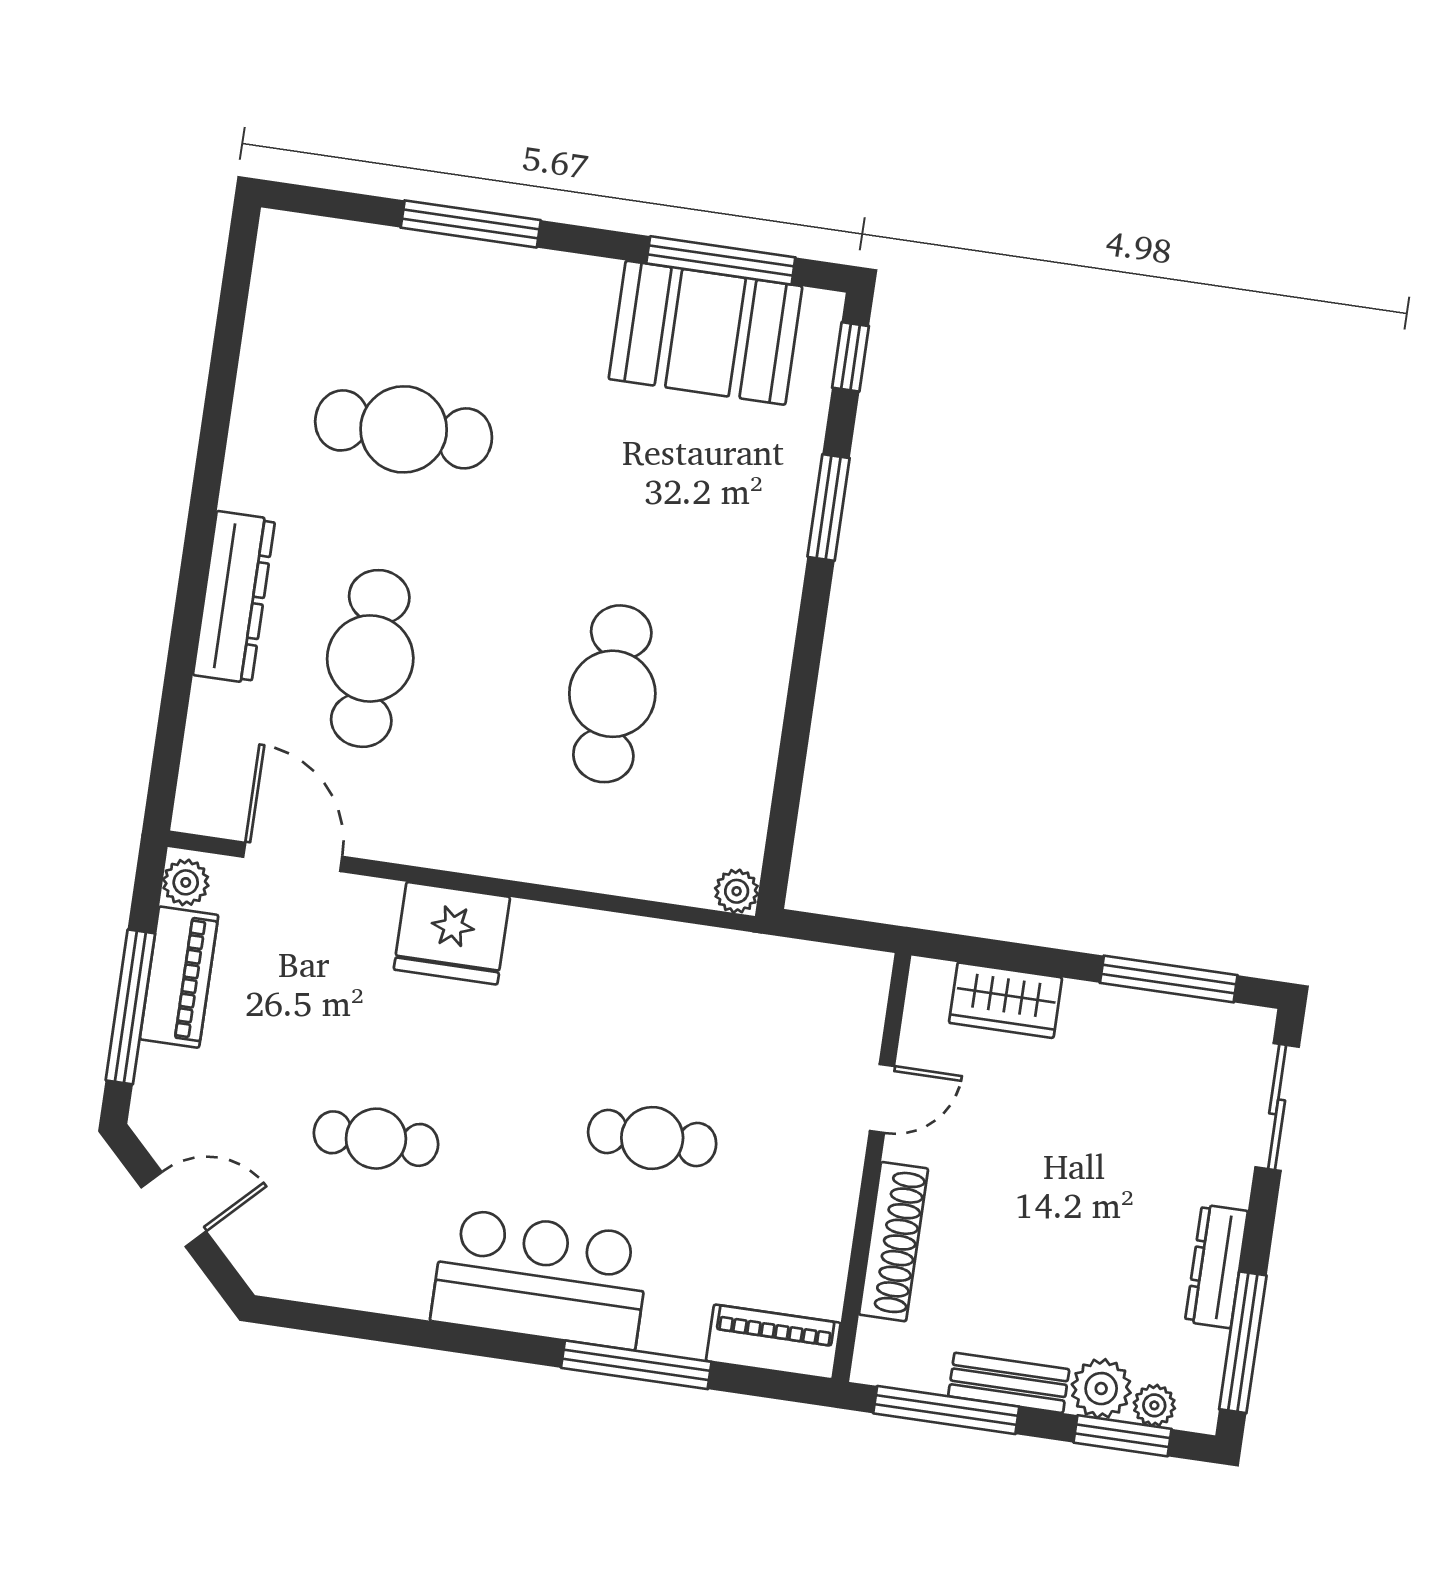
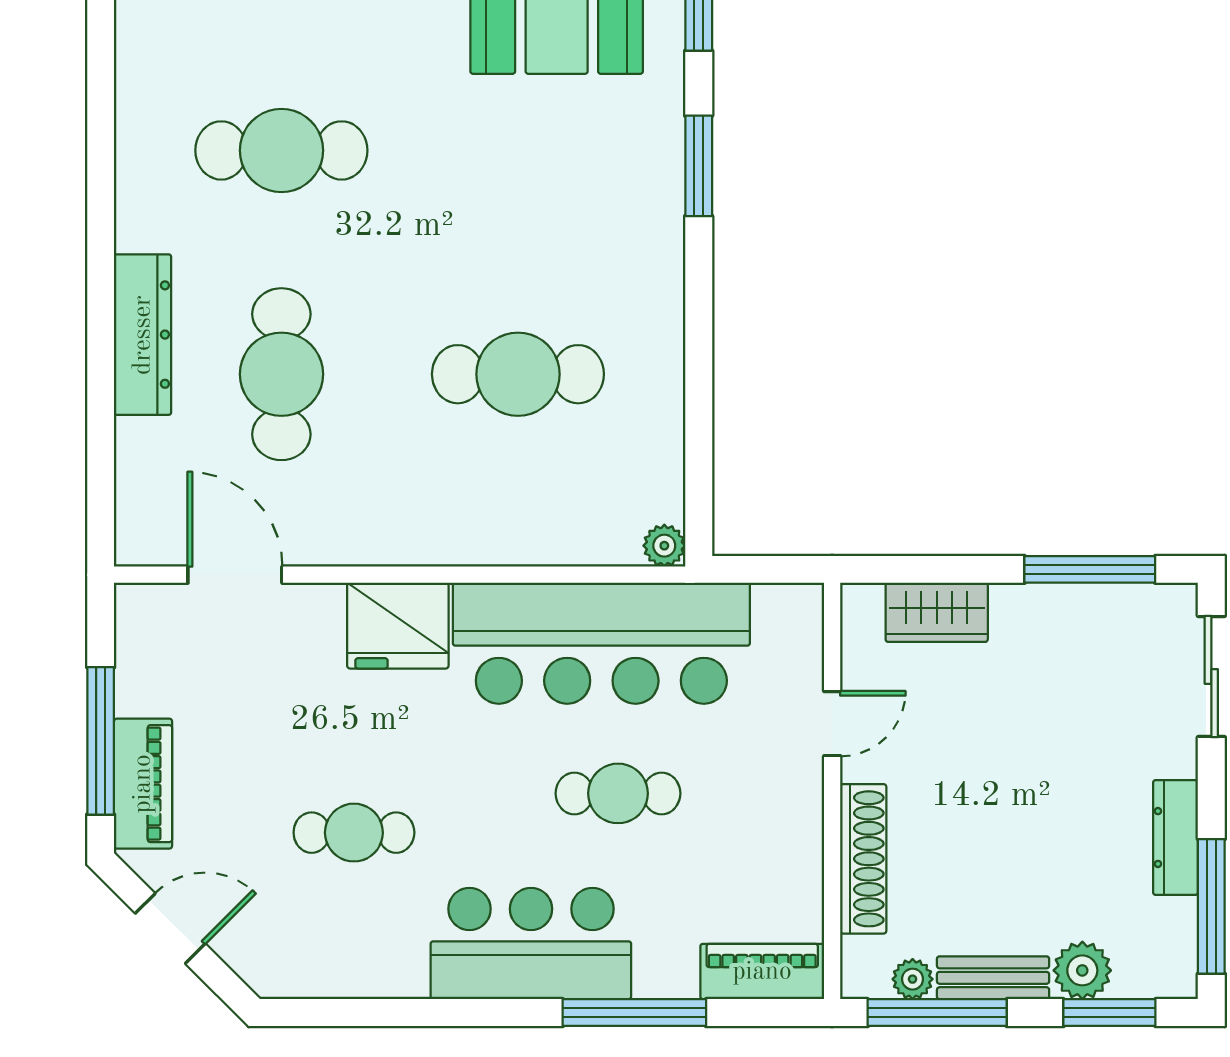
cafe table: (612, 694) -> (518, 374), turned 90
plant: (186, 882) -> (136, 614), removed
piano: (179, 977) -> (143, 784), moved
bar counter: (658, 982) -> (601, 643), added
plant: (1154, 1405) -> (913, 979), moved

